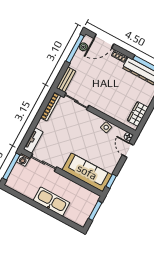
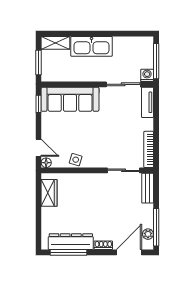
shelving: (76, 218) -> (55, 43), added

